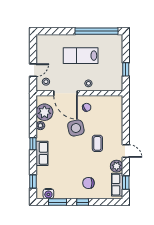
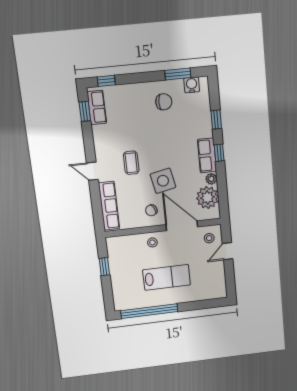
row of seats: (117, 114) -> (109, 206), added
door: (126, 151) -> (92, 171), moved
row of seats: (42, 153) -> (207, 155), moved
plant: (117, 166) -> (101, 134), removed
window: (33, 182) -> (216, 120), moved
chair: (88, 183) -> (164, 102), moved
window: (83, 202) -> (106, 81), moved

